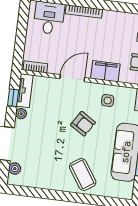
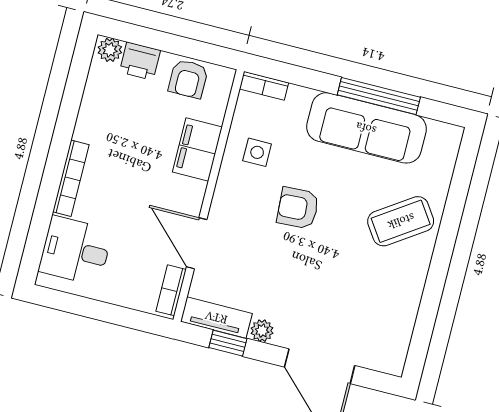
door: (72, 78) -> (197, 243), moved
armchair: (83, 124) -> (298, 208), turned -125
plant: (15, 169) -> (372, 357), removed

